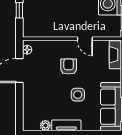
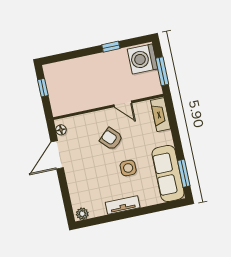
armchair: (69, 67) -> (111, 139), turned -44
plant: (45, 125) -> (82, 214), moved

